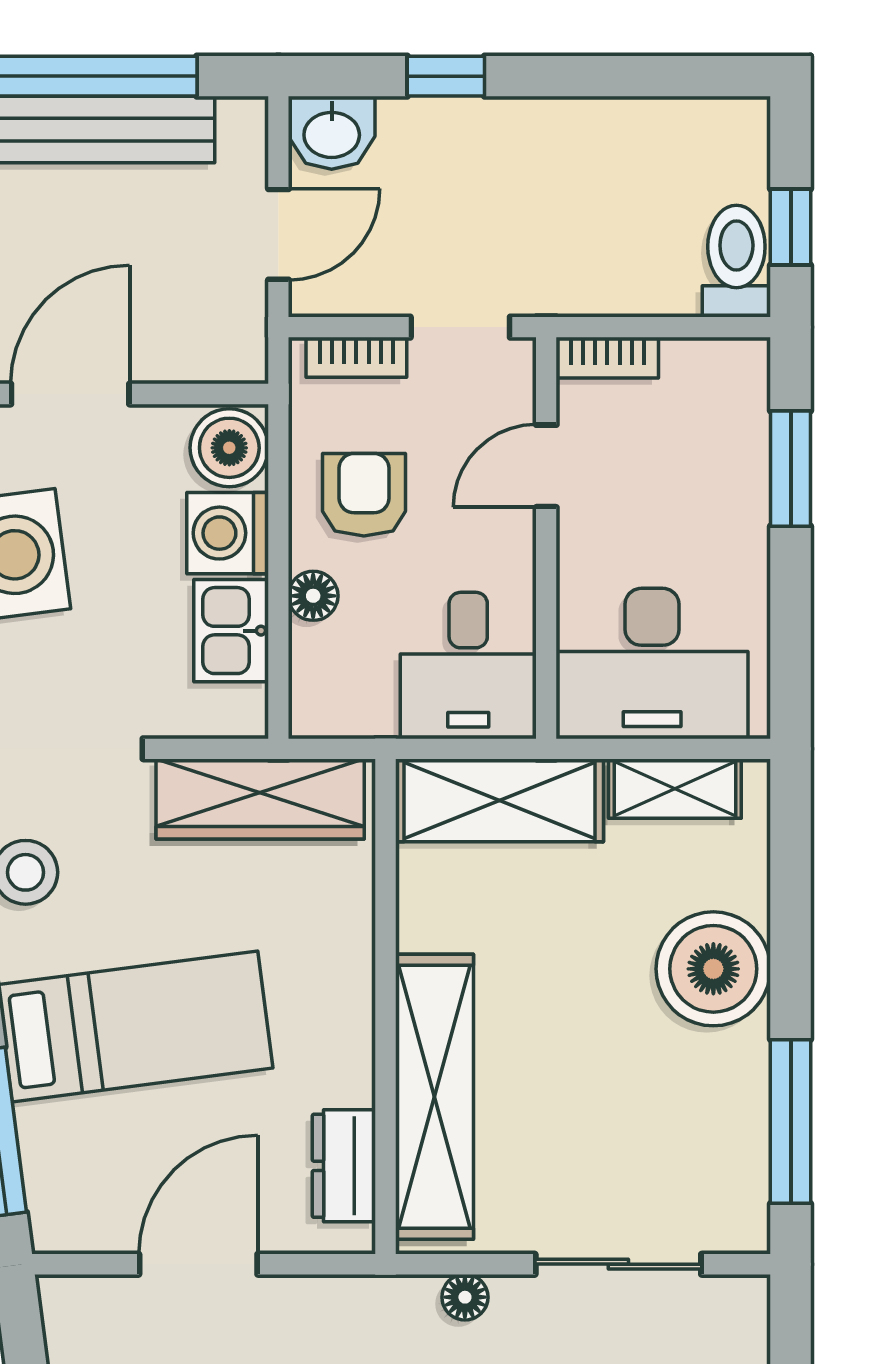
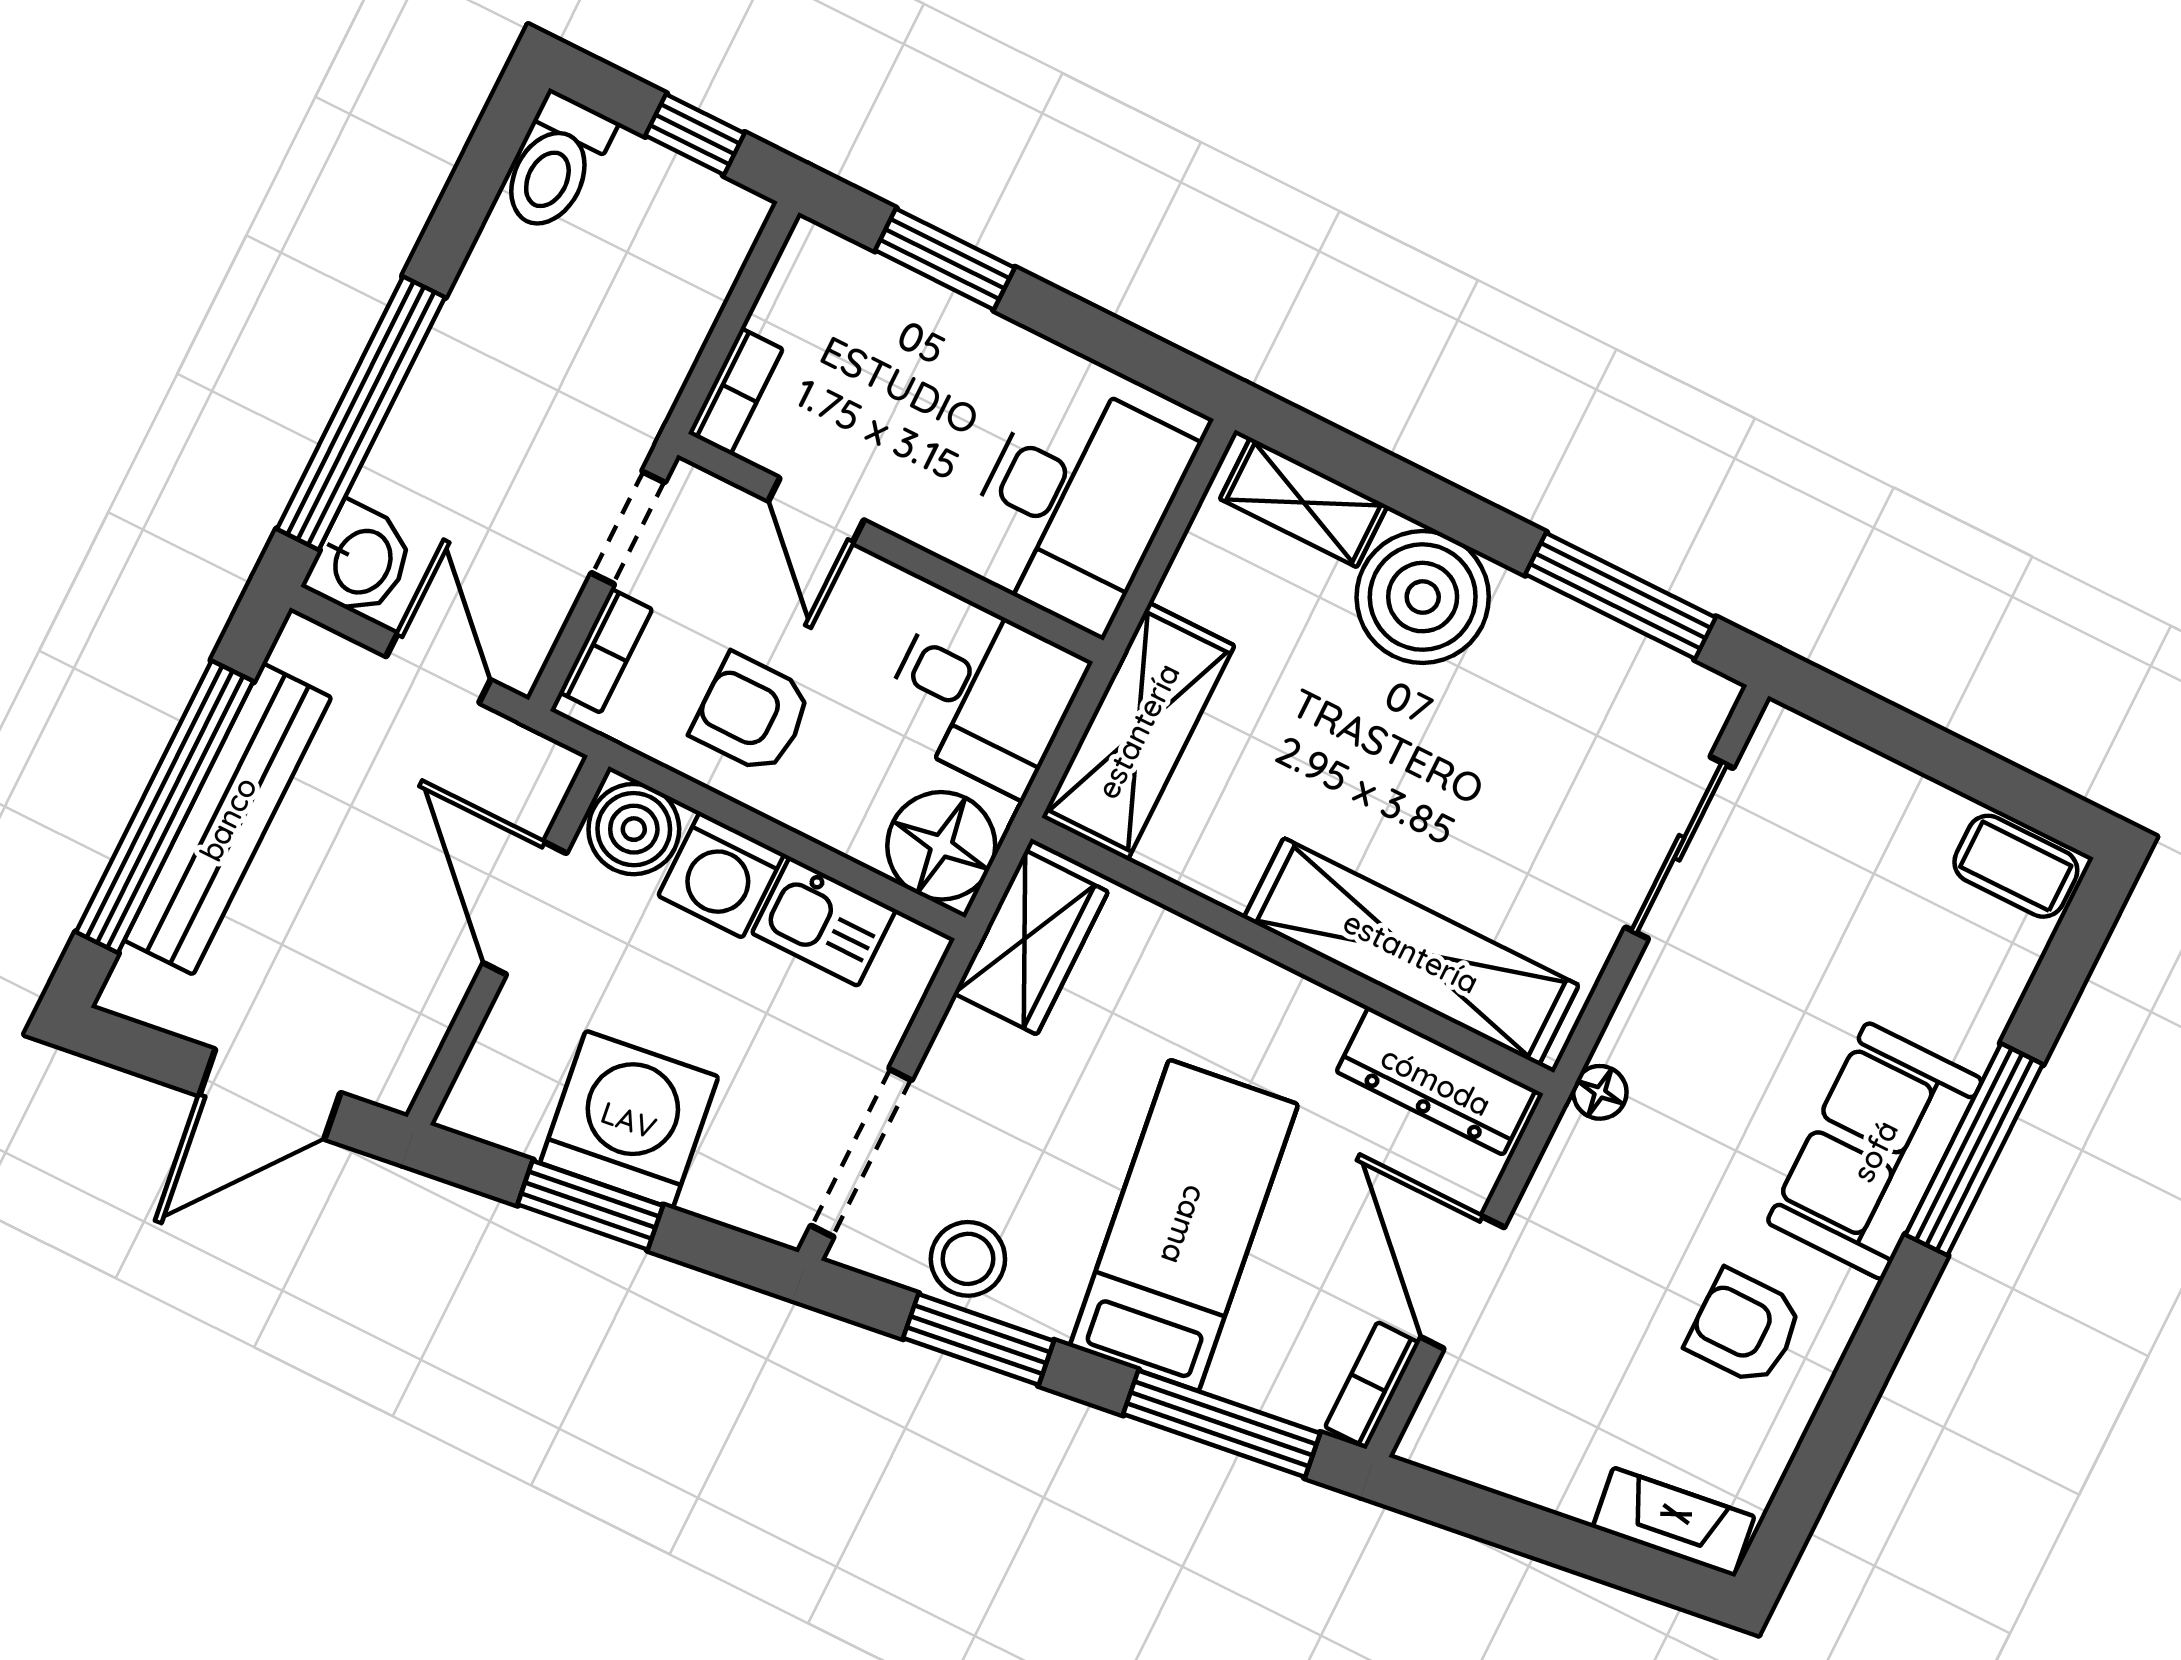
window: (446, 76) -> (361, 413), width x3.17
toilet: (736, 261) -> (555, 163), moved, turned -90
door: (70, 394) -> (525, 908), moved
floor lamp: (313, 596) -> (941, 846), moved, width x1.89, depth x1.89
shelving: (675, 789) -> (1304, 502), moved, turned 90
wardrobe: (260, 799) -> (1031, 943), width x0.67
dresser: (344, 1166) -> (1436, 1081), width x1.44
bookcase: (84, 1234) -> (1372, 1385), added
floor lamp: (465, 1297) -> (1600, 1092), moved

